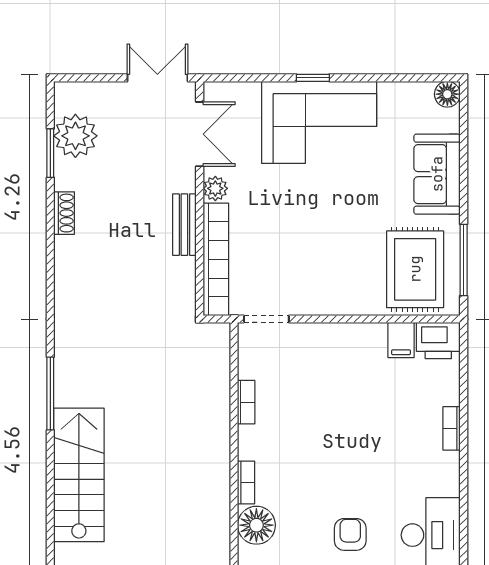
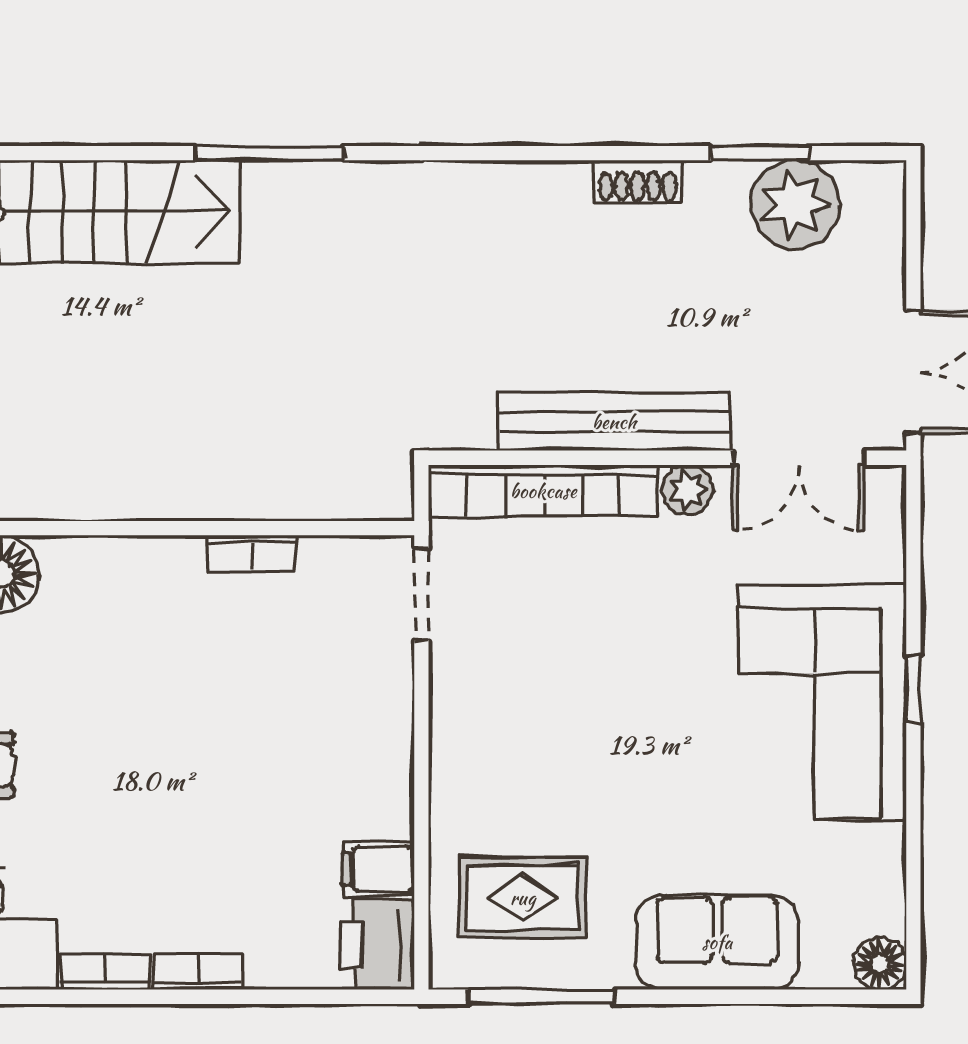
bench: (184, 225) -> (614, 422), width x1.86, depth x1.21
rug: (415, 269) -> (523, 898), width x0.73, depth x0.70
bookcase: (246, 483) -> (105, 972), moved, turned 180

